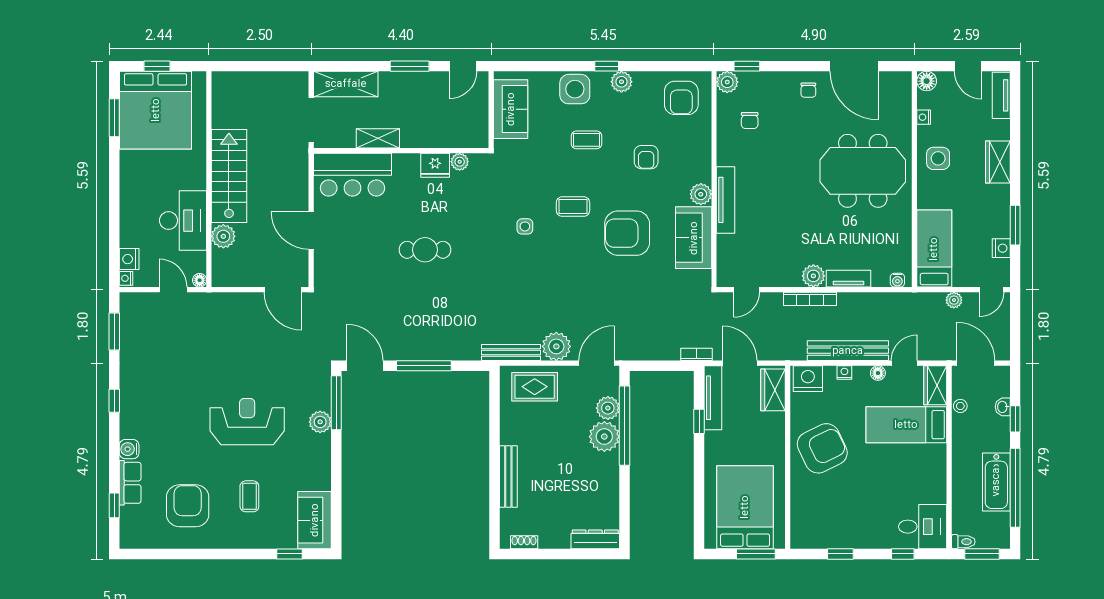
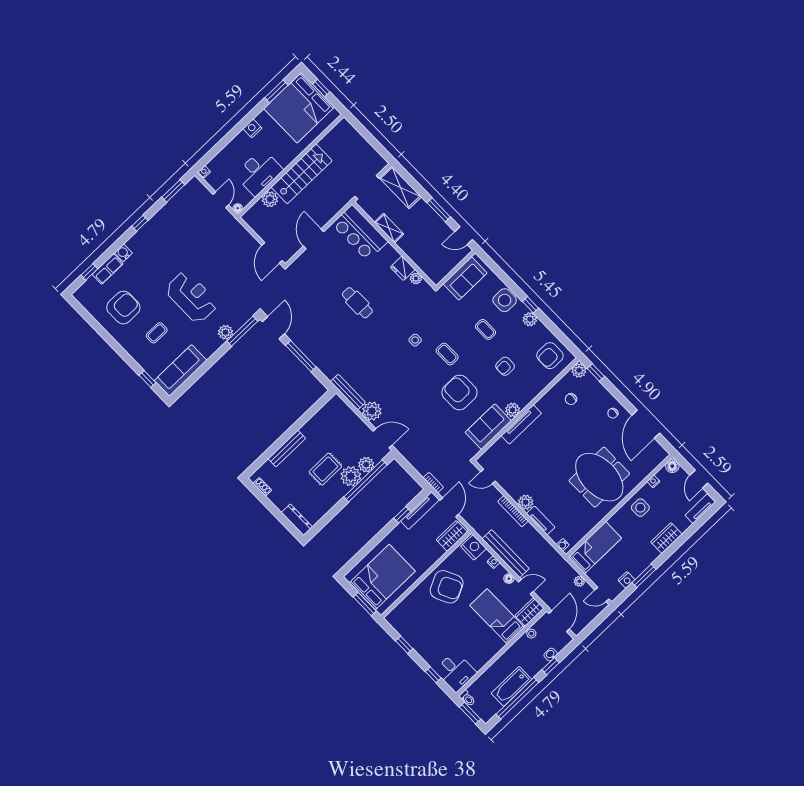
nightstand: (129, 259) -> (252, 128), moved
rug: (535, 387) -> (325, 469), moved, turned 90
sofa: (315, 520) -> (181, 371), width x1.36

